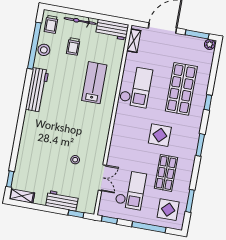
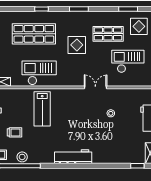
lab bench: (94, 83) -> (42, 109), turned -90
workbench: (37, 90) -> (73, 157), moved
double door: (102, 178) -> (95, 87), moved

